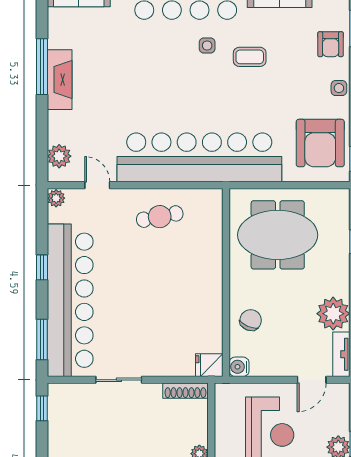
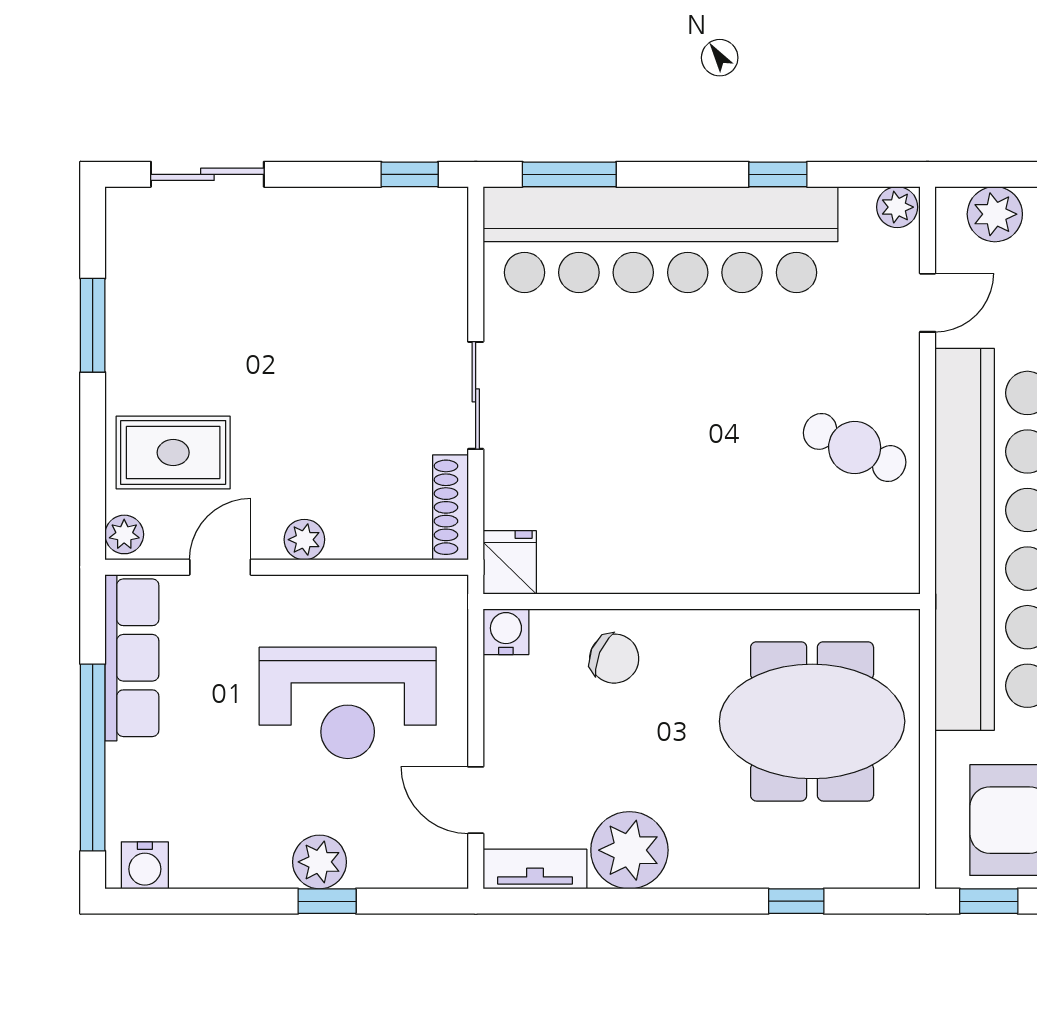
cafe table: (160, 217) -> (855, 447), turned -54
meeting table: (278, 235) -> (812, 721), turned 90
window: (42, 267) -> (778, 174), moved
sliding door: (119, 380) -> (476, 395), moved

